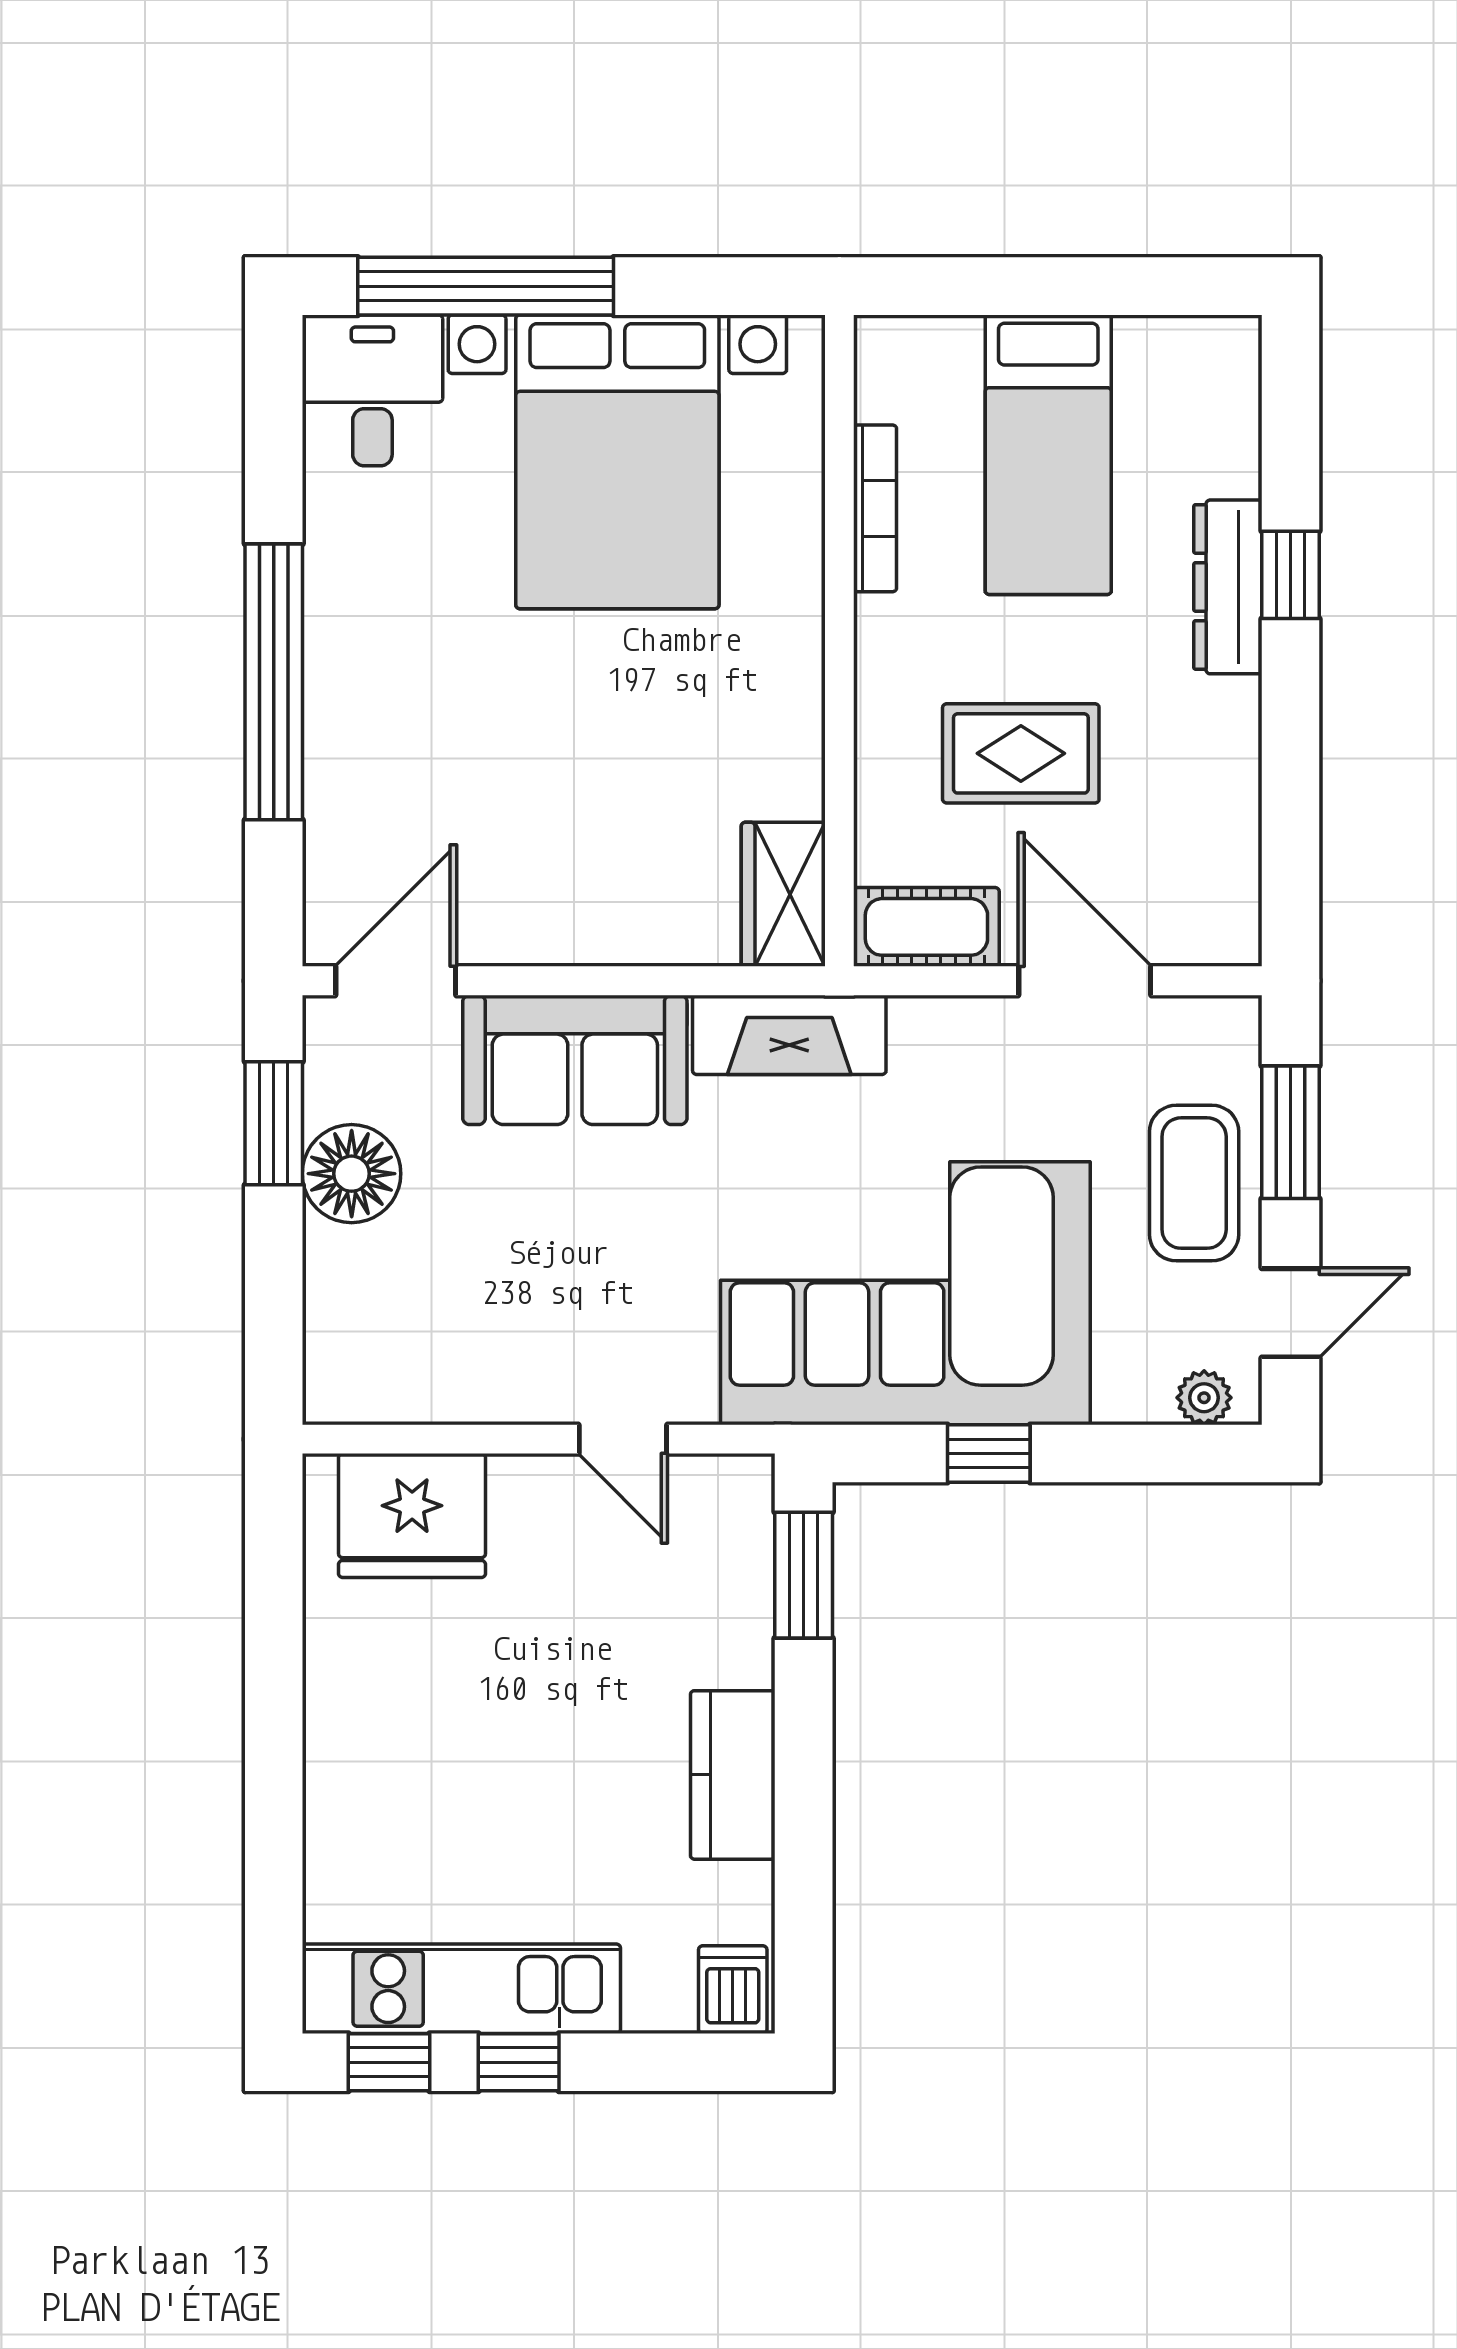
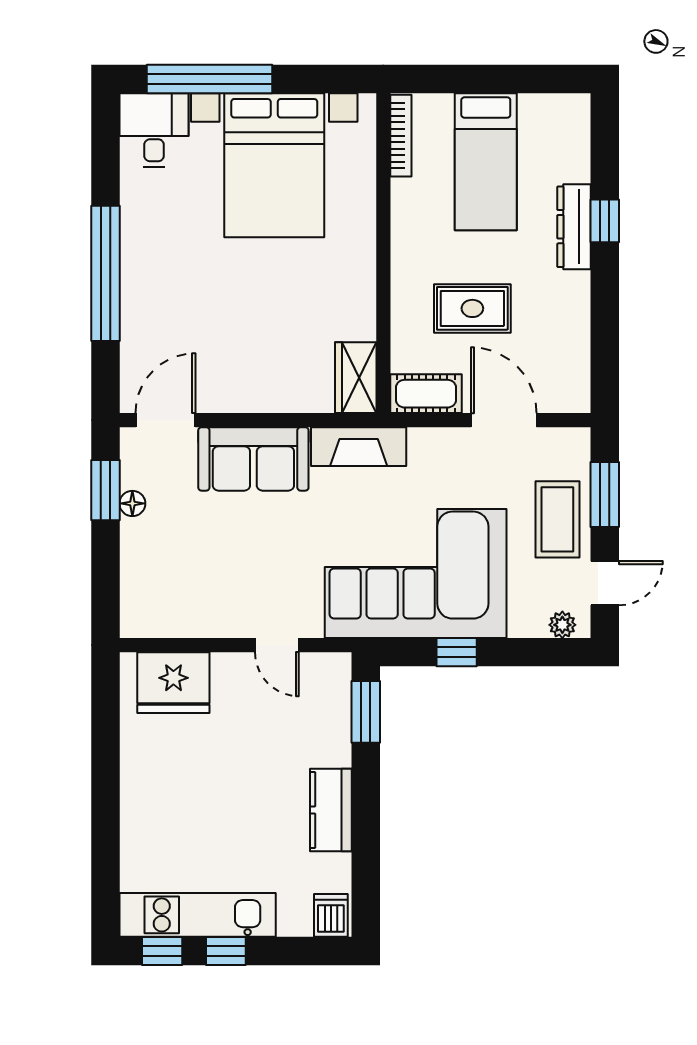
bookcase: (875, 508) -> (401, 136), moved
floor lamp: (352, 1174) -> (132, 503), width x0.53, depth x0.53

